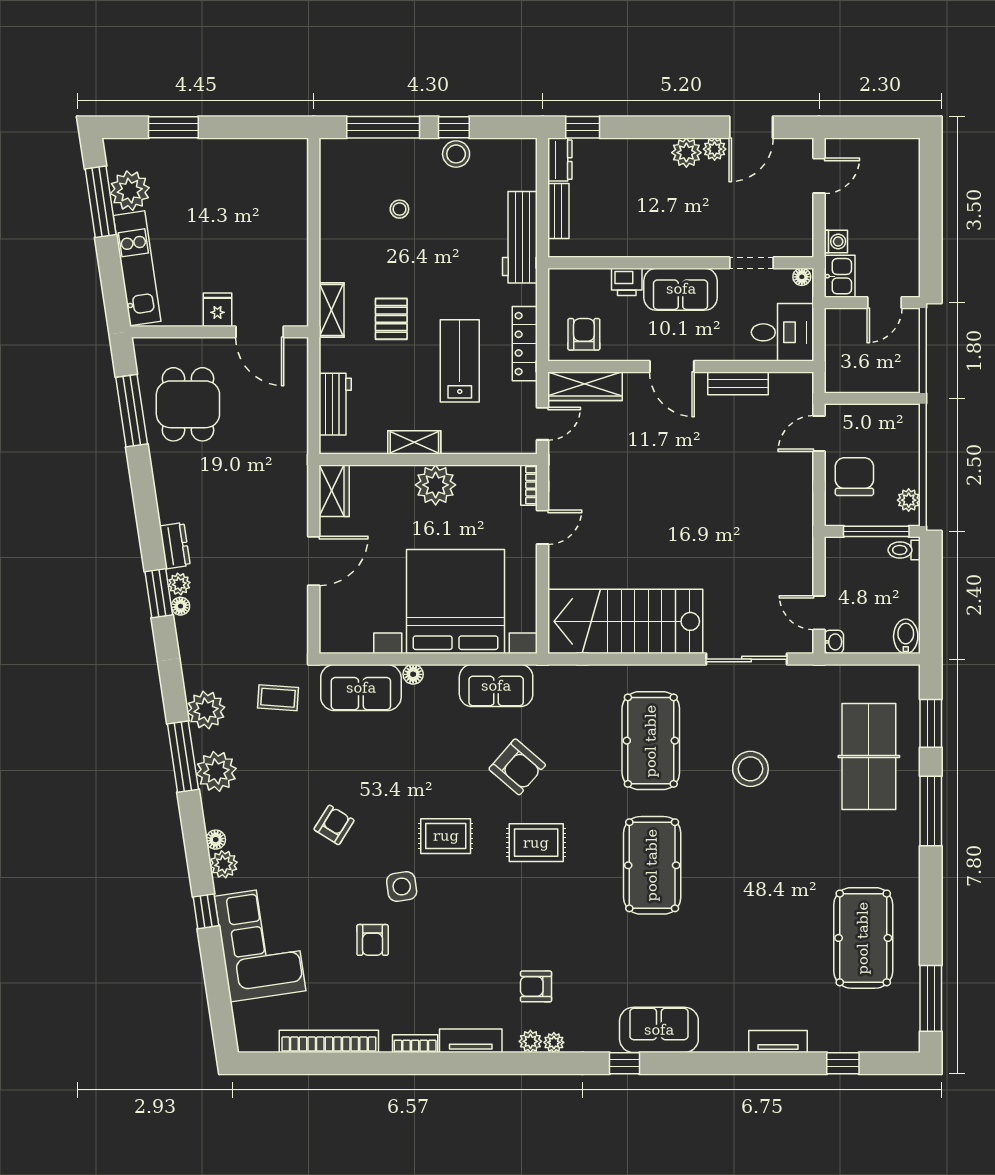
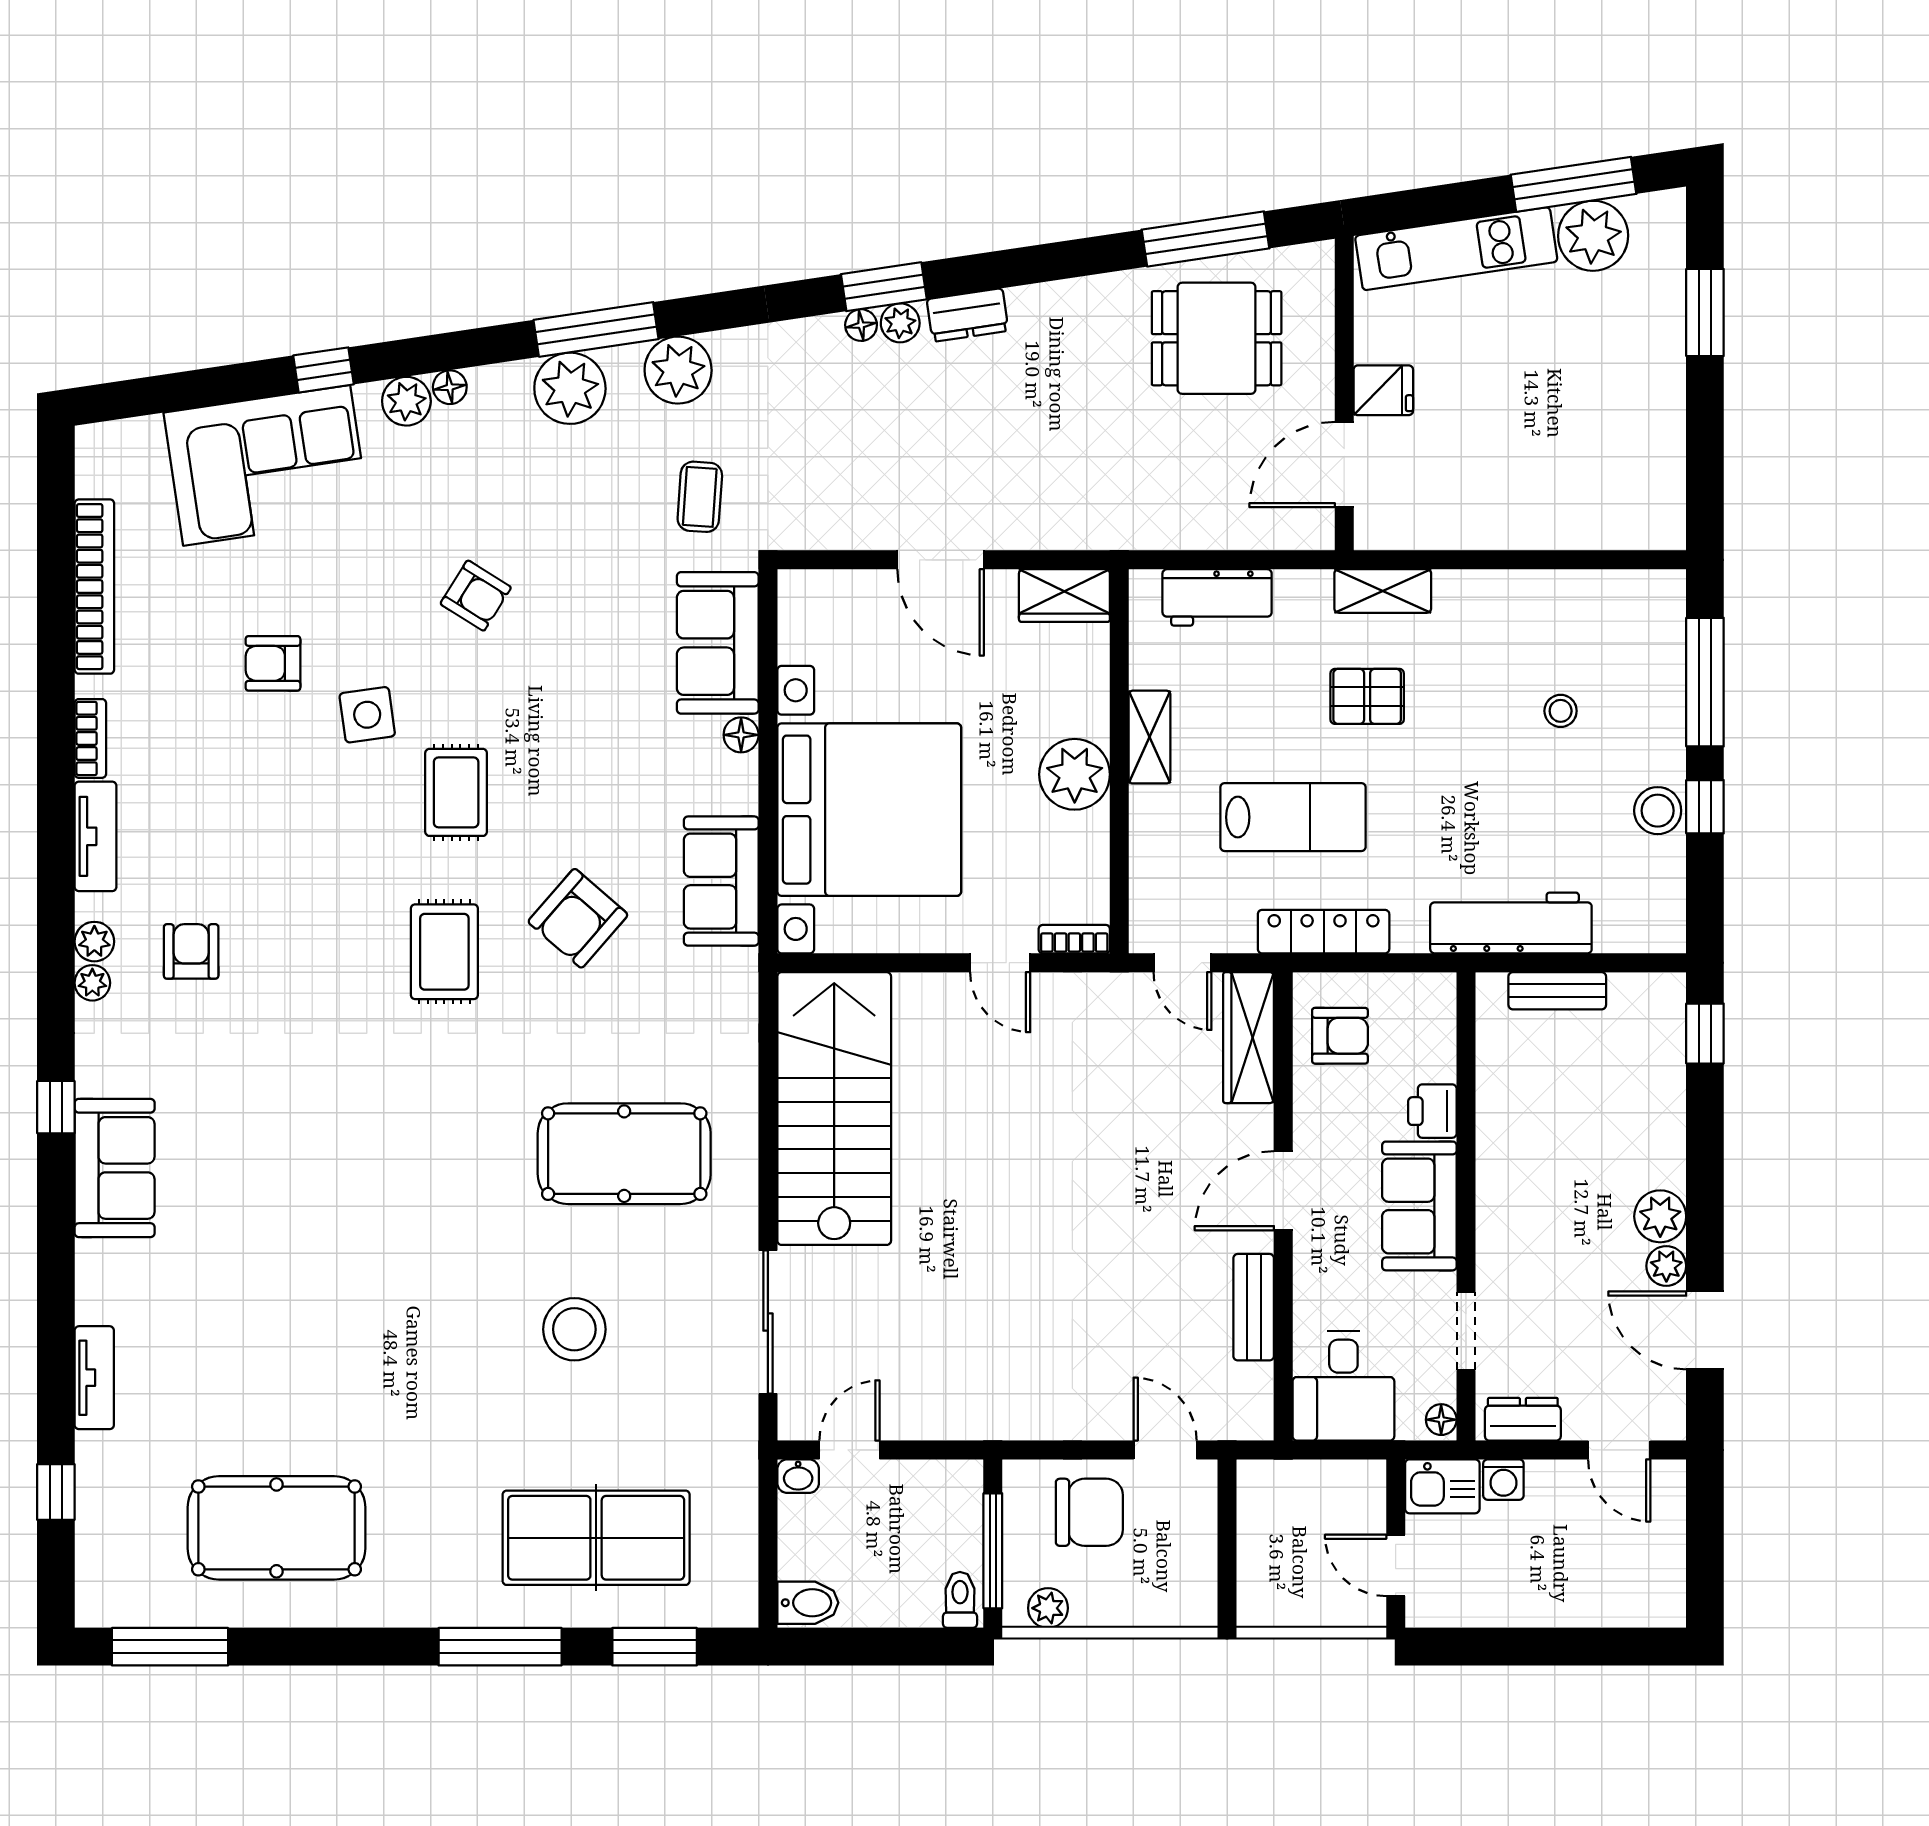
dresser: (560, 160) -> (1523, 1419), moved, turned 180
pool table: (652, 865) -> (405, 1156), removed

